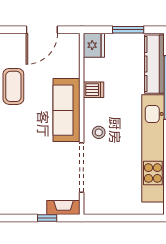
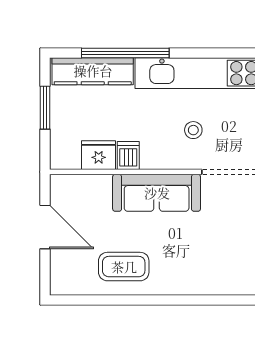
fridge: (94, 45) -> (99, 155), moved
stool: (99, 132) -> (193, 130), moved

